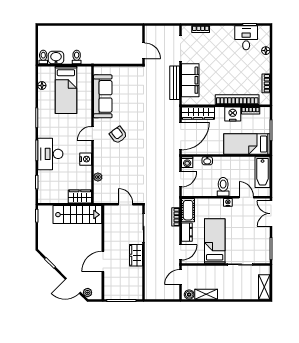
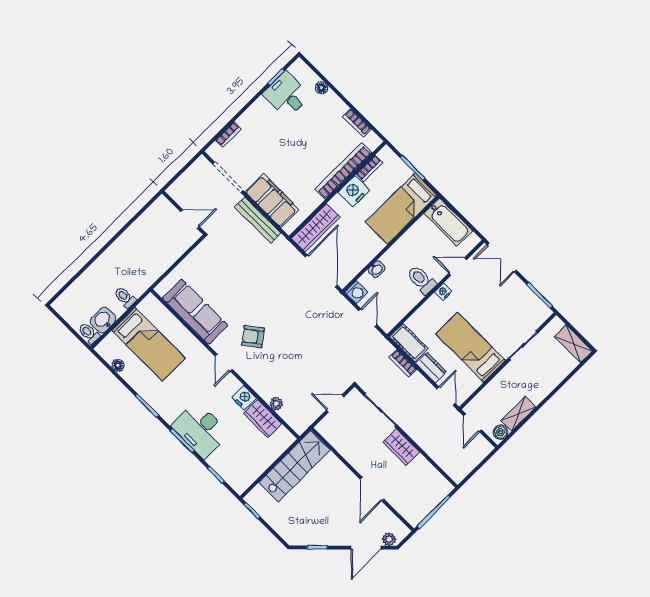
wardrobe: (80, 196) -> (263, 419), moved, turned -90

